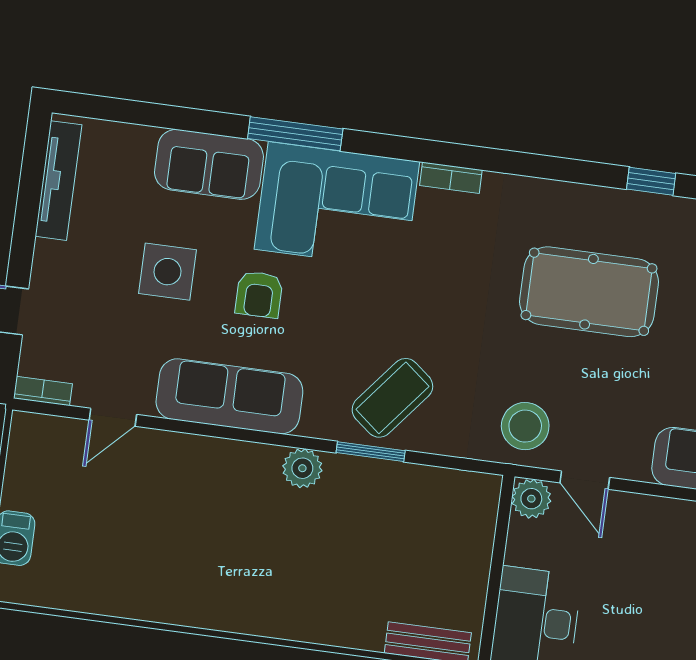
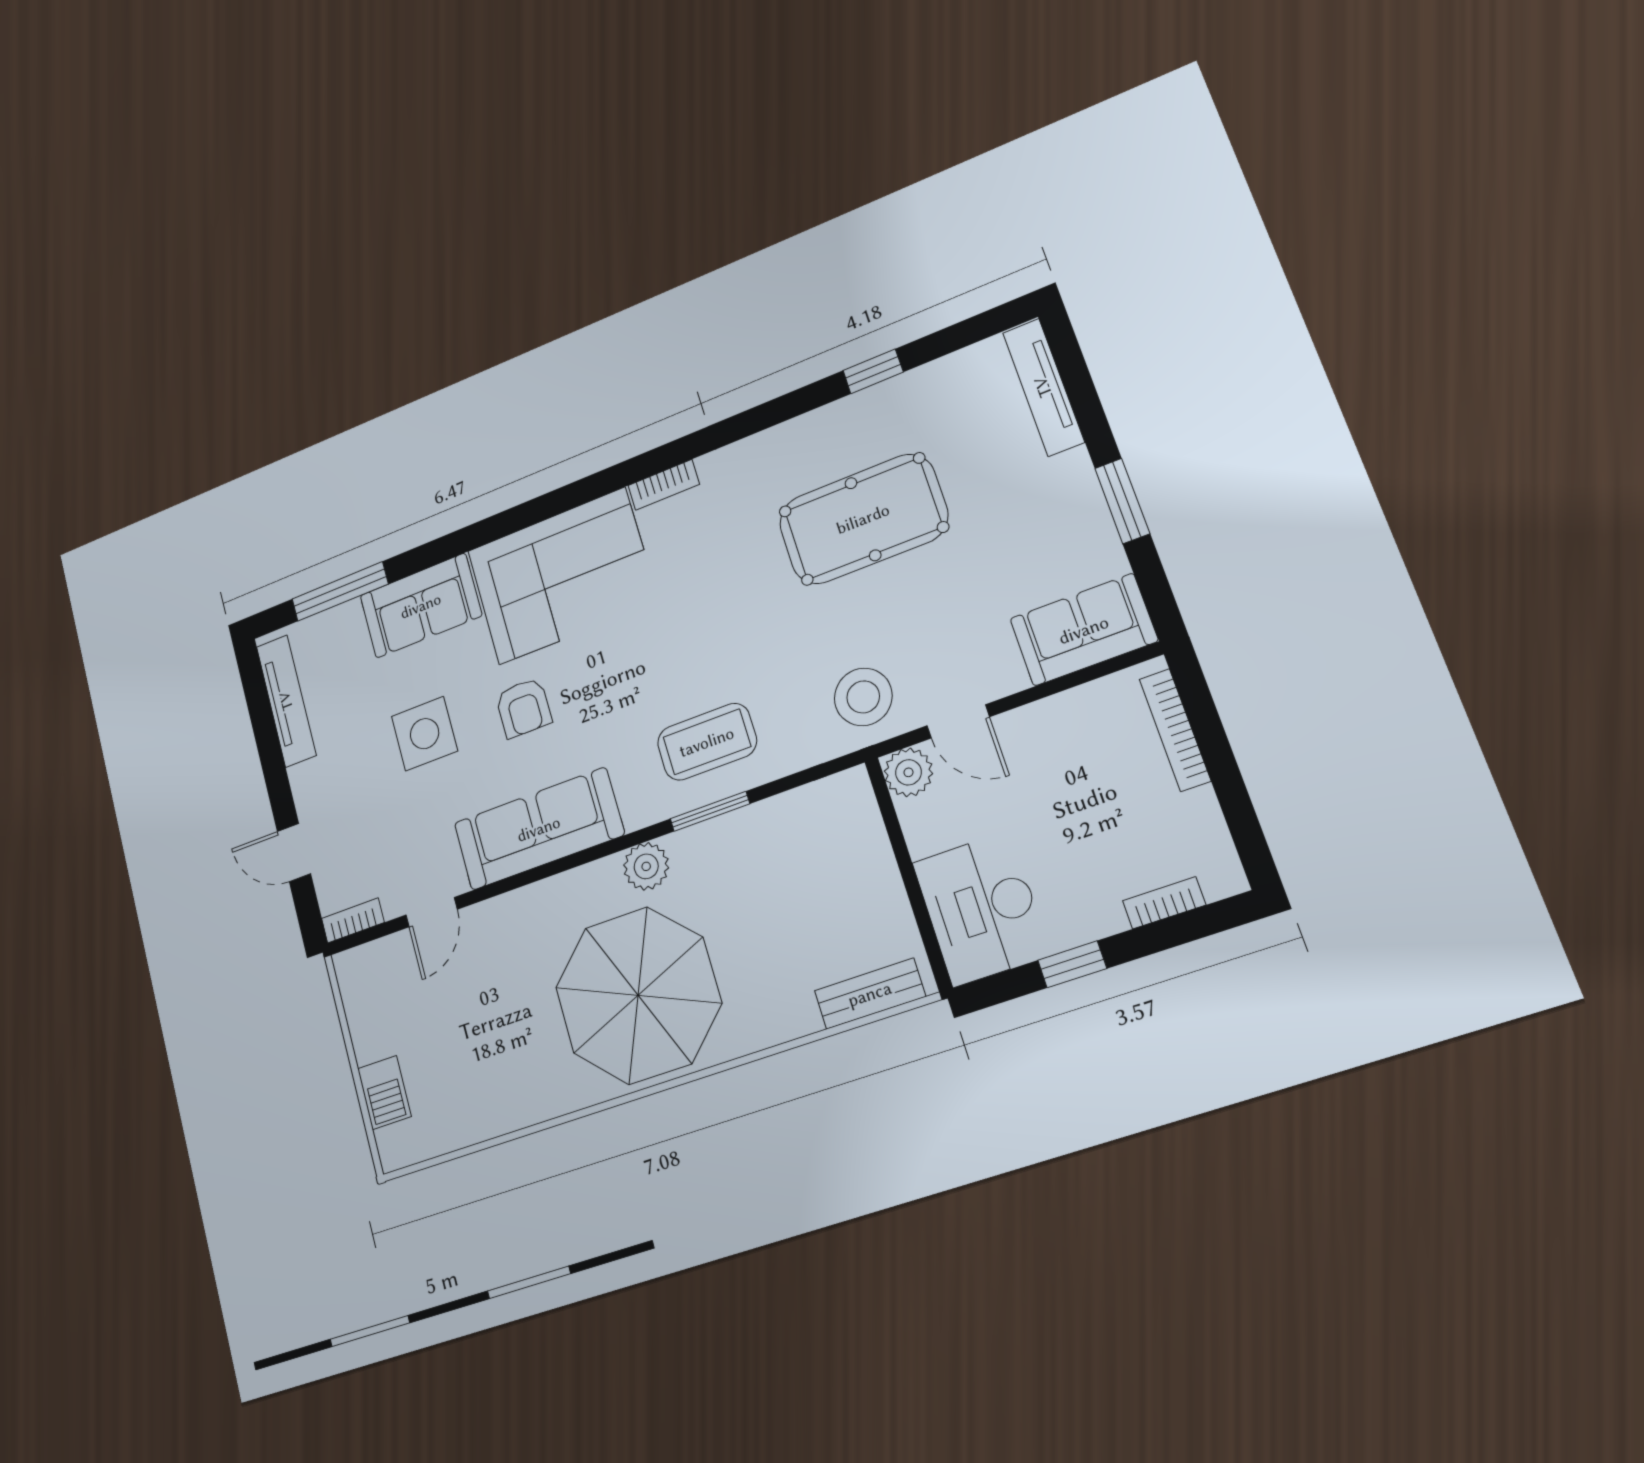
window: (295, 134) -> (340, 591), moved
coffee table: (392, 398) -> (707, 742), turned 51
parasol: (253, 561) -> (638, 995), added

